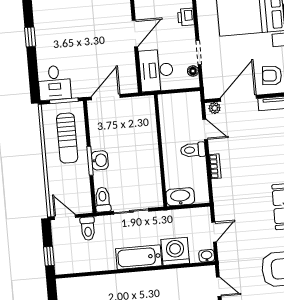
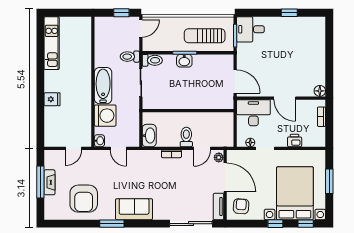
door: (106, 97) -> (235, 82), moved
washbasin: (180, 197) -> (149, 136), moved
toilet: (88, 229) -> (130, 57), moved
window: (49, 256) -> (121, 13), moved

